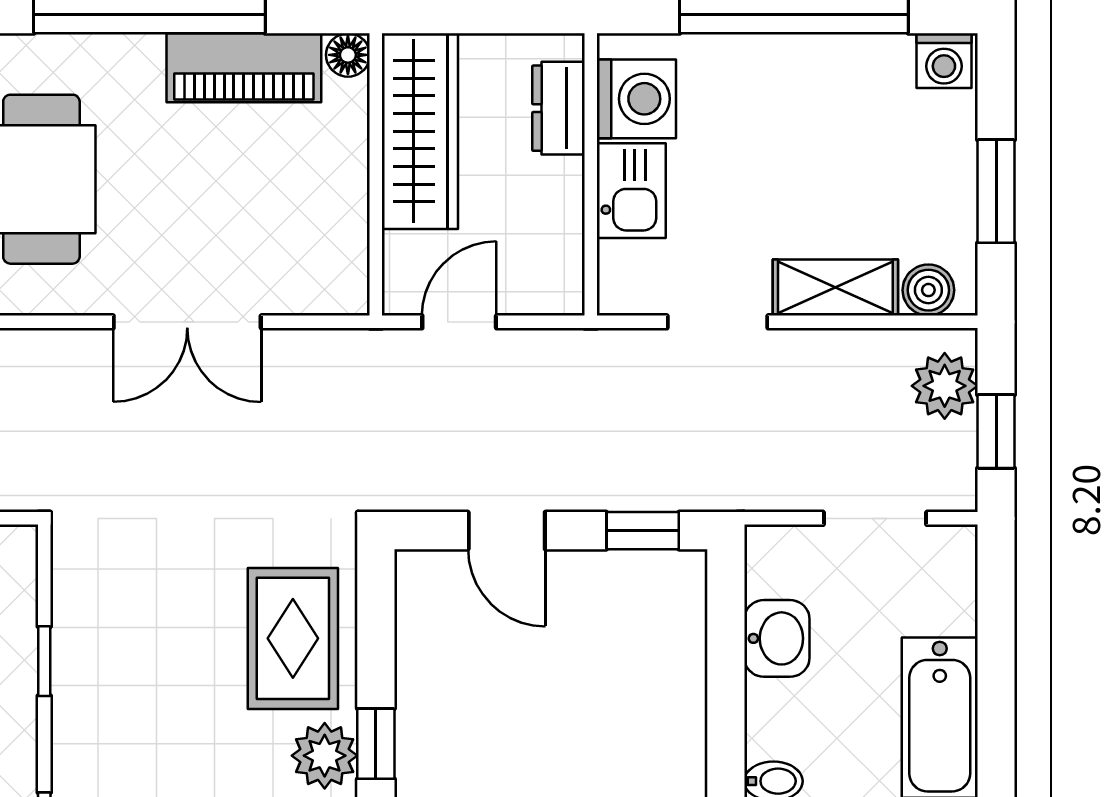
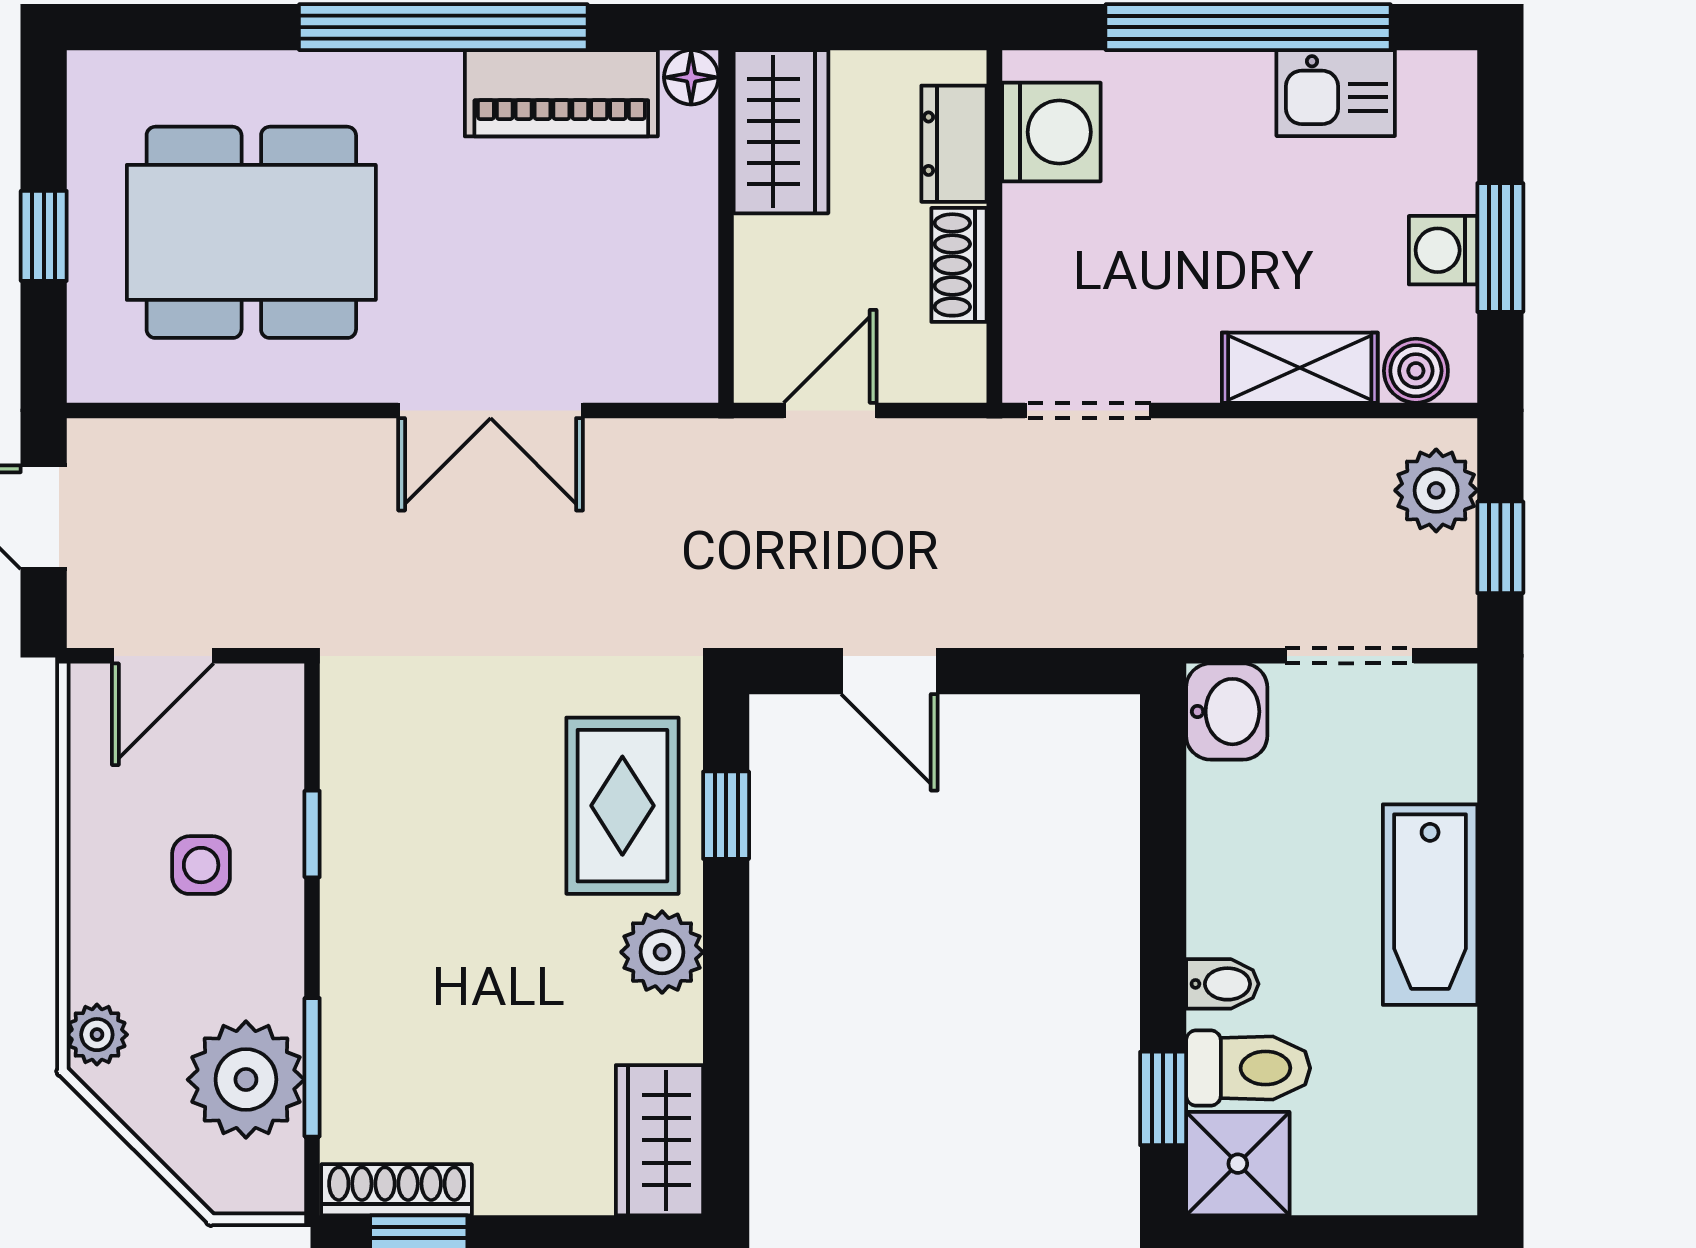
washing machine: (944, 61) -> (1443, 250), moved, turned 90
wardrobe: (420, 131) -> (781, 132), width x0.67
kitchen sink: (631, 191) -> (1336, 93), moved, turned 90
shoe rack: (562, 205) -> (959, 265), added
doorway: (718, 322) -> (1088, 410), moved
window: (643, 531) -> (1059, 671), removed
washbasin: (777, 638) -> (1227, 712), moved
window: (376, 744) -> (726, 815), moved

